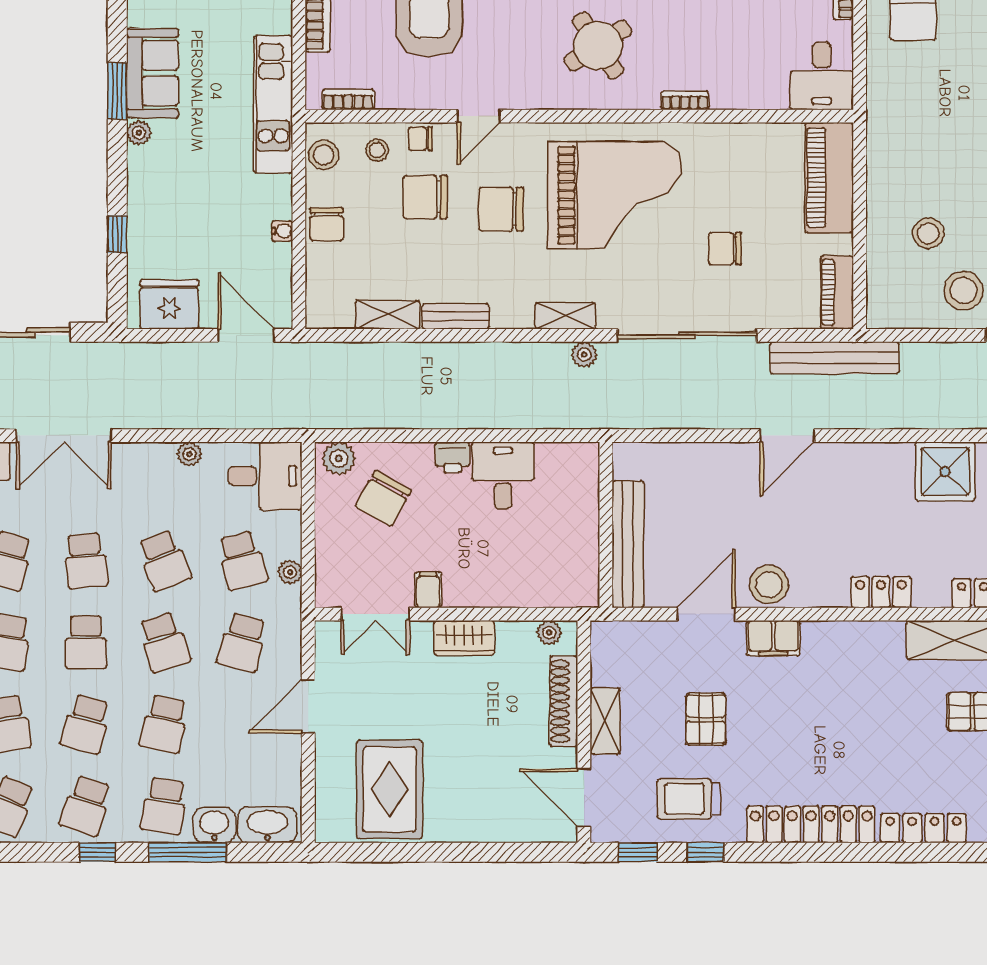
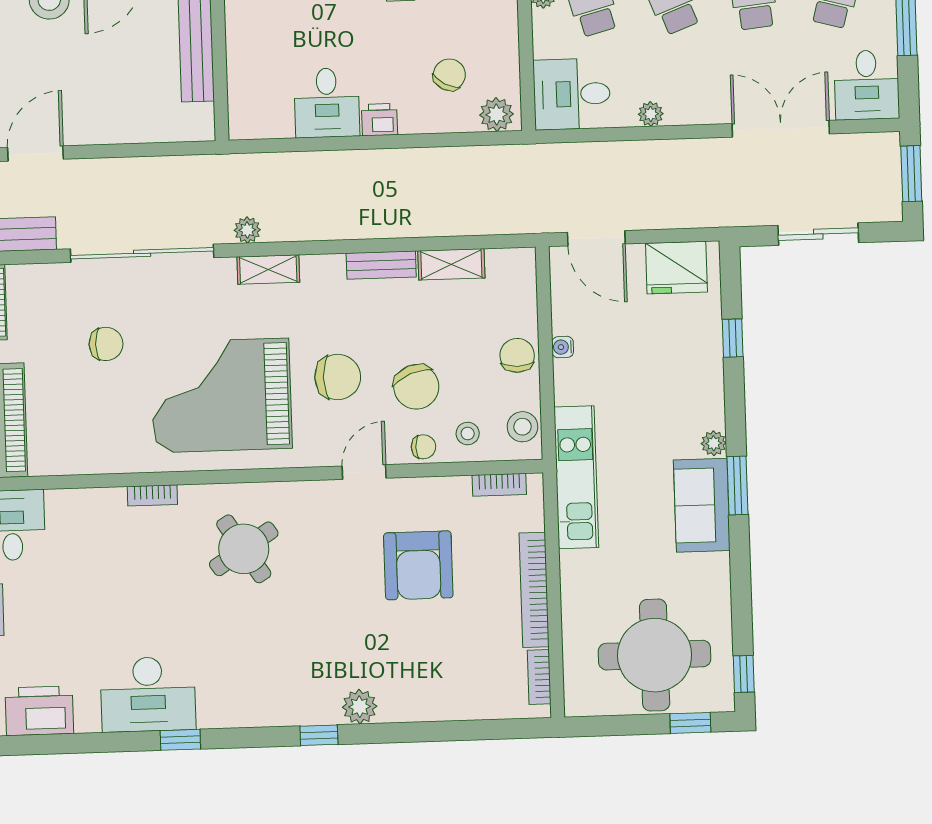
chair: (425, 197) -> (416, 387), turned 69
chair: (383, 499) -> (449, 75), width x0.73, depth x0.73

